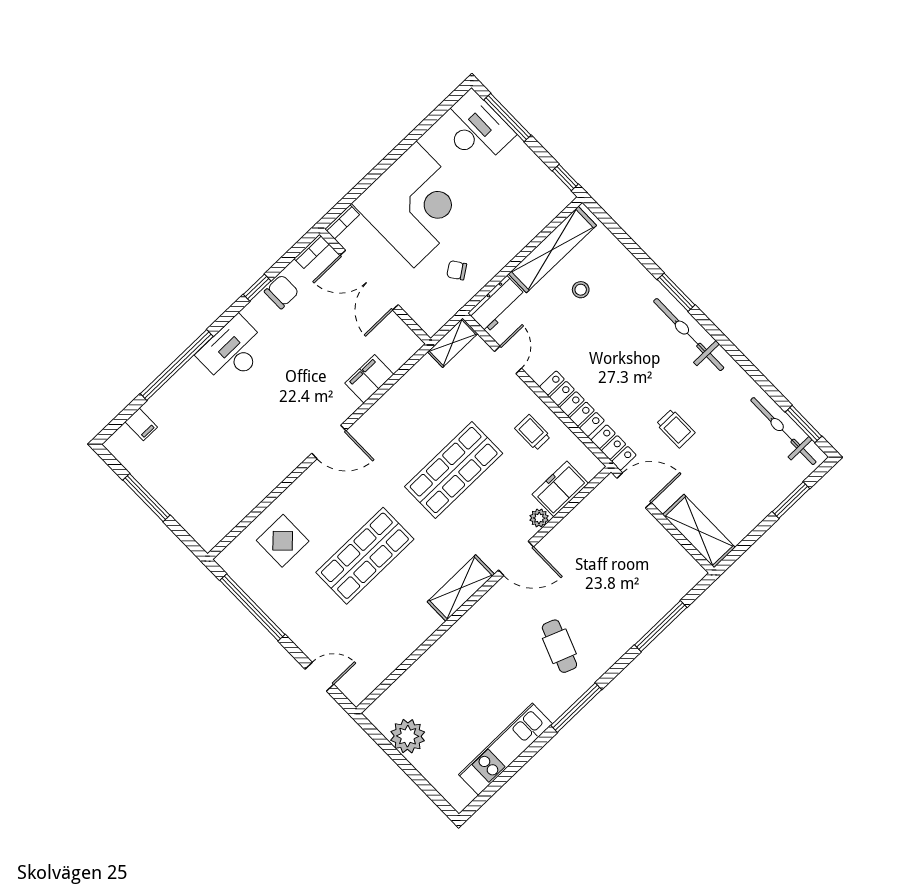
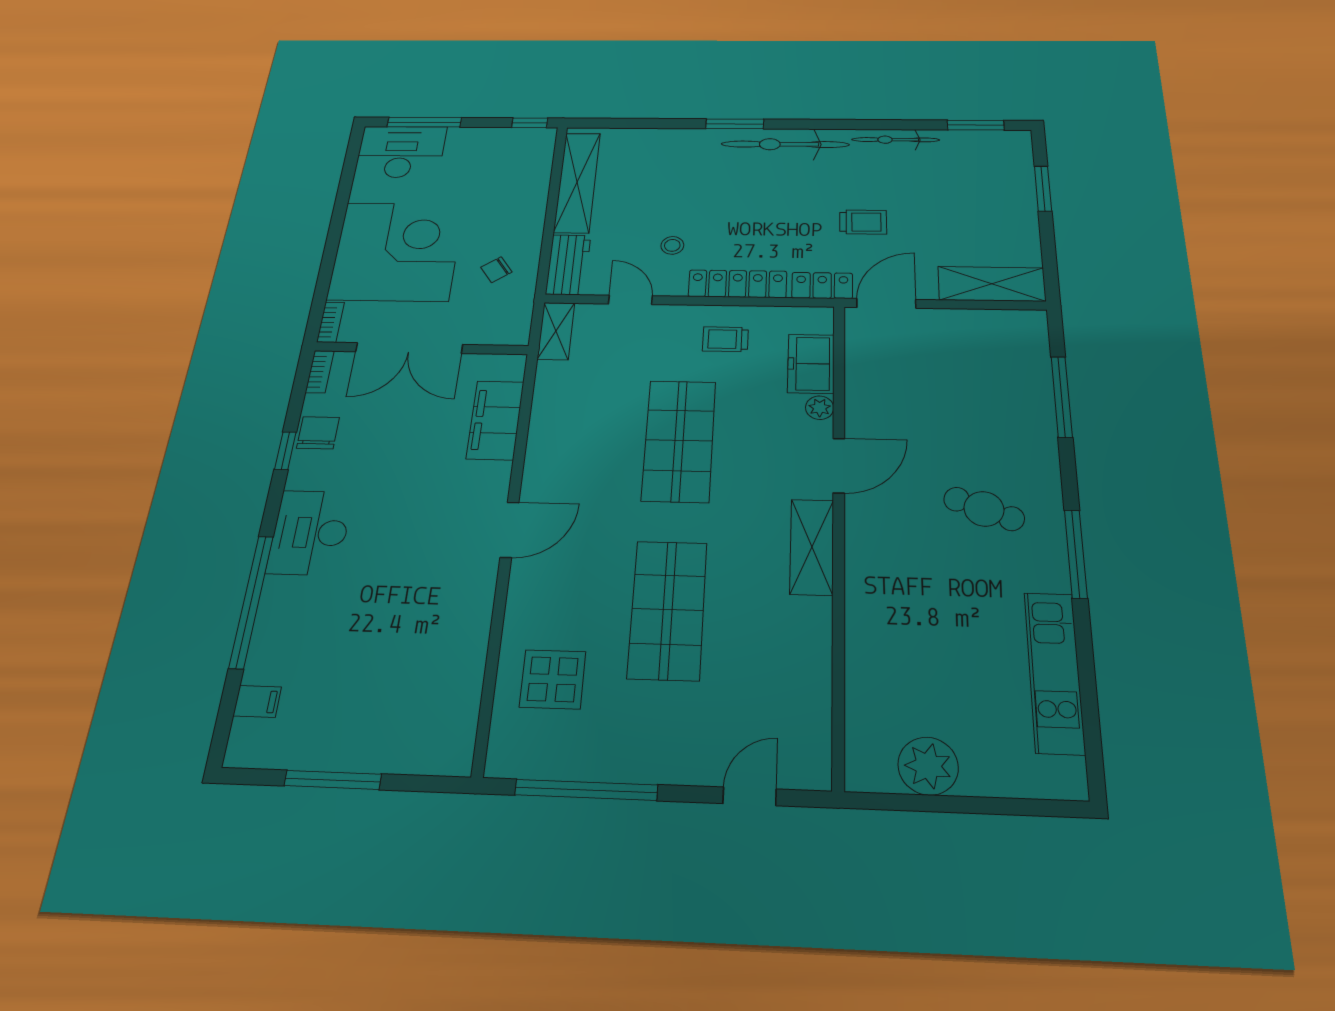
stool: (581, 290) -> (672, 245), moved
filing cabinet: (369, 379) -> (495, 420), width x1.50, depth x1.17
bicycle: (783, 431) -> (896, 140), moved, width x0.73, depth x0.71

